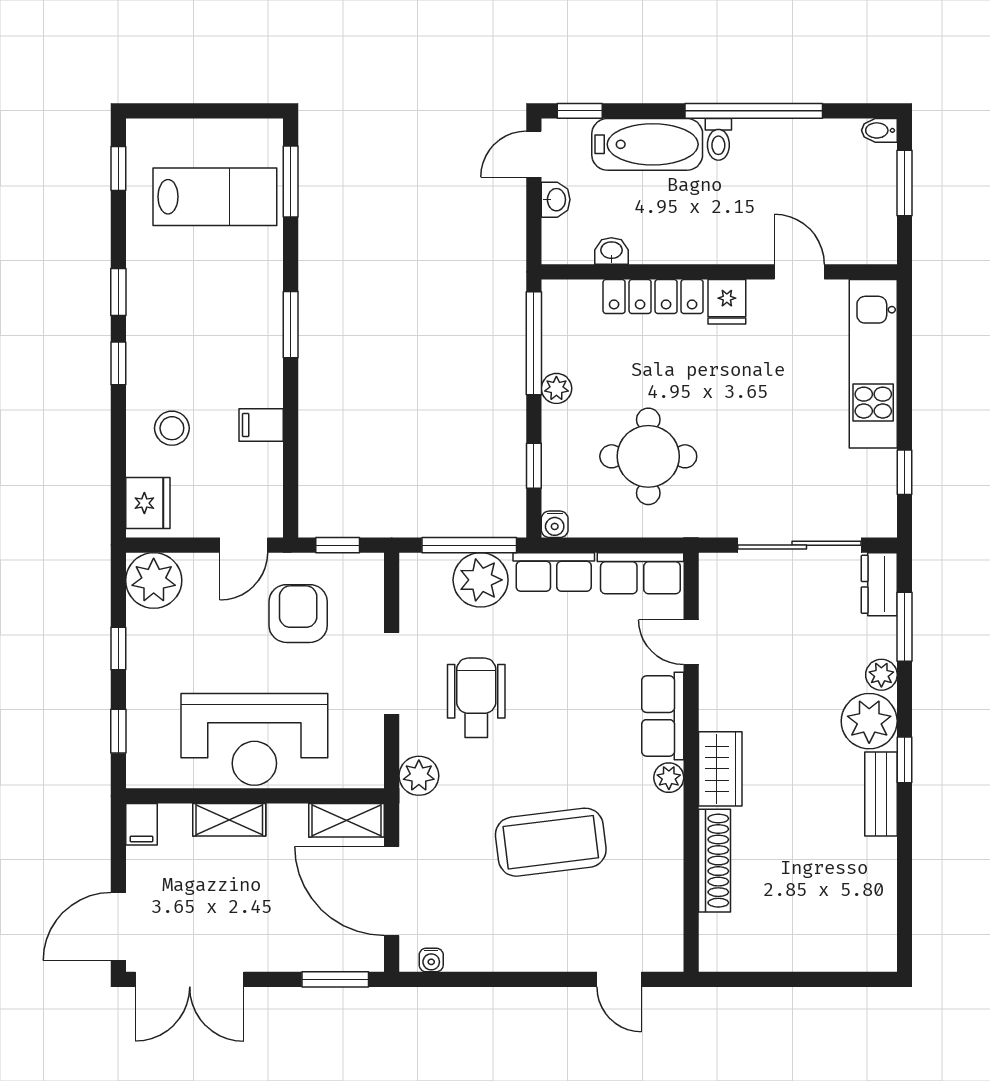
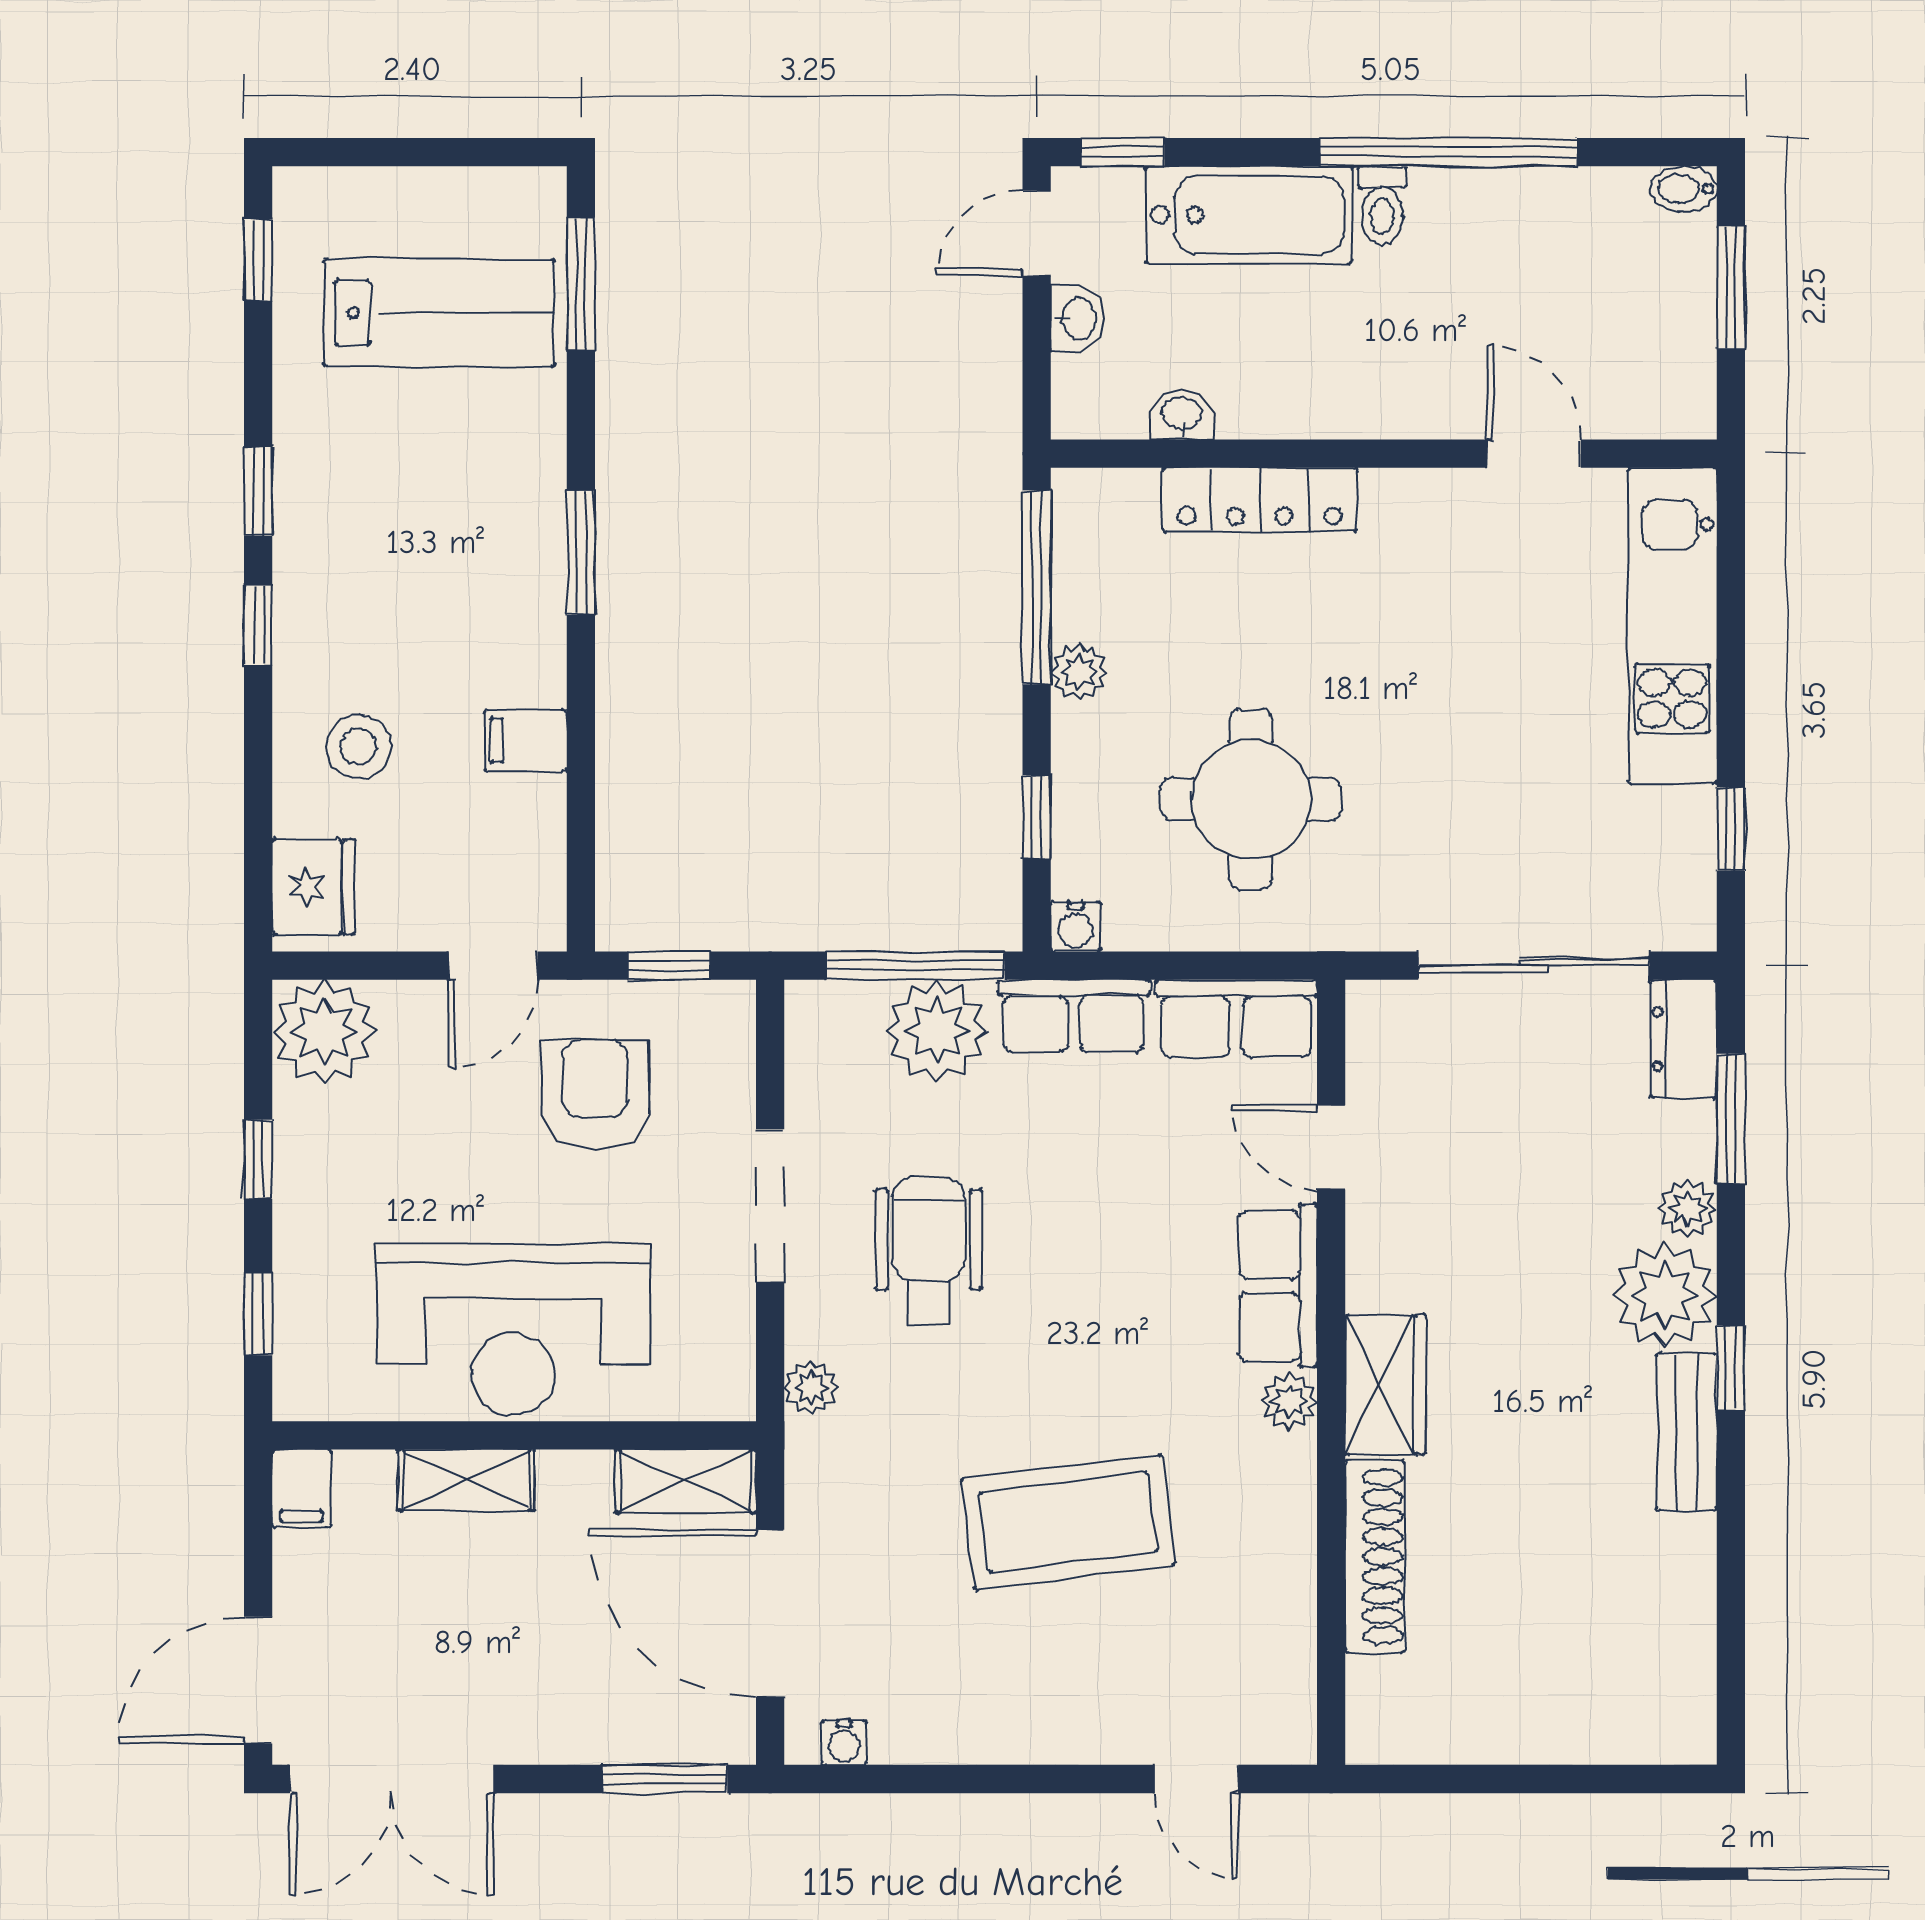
fridge: (727, 302) -> (1398, 510), removed
plant: (419, 776) -> (811, 1388), width x0.73, depth x0.73

